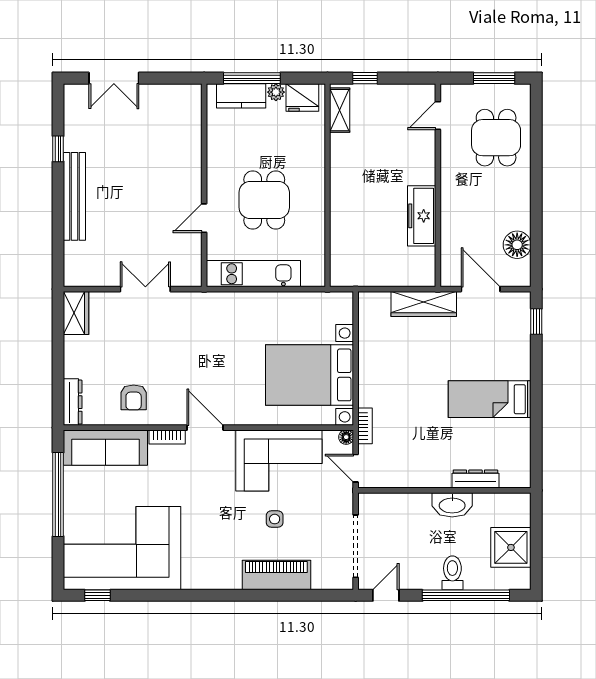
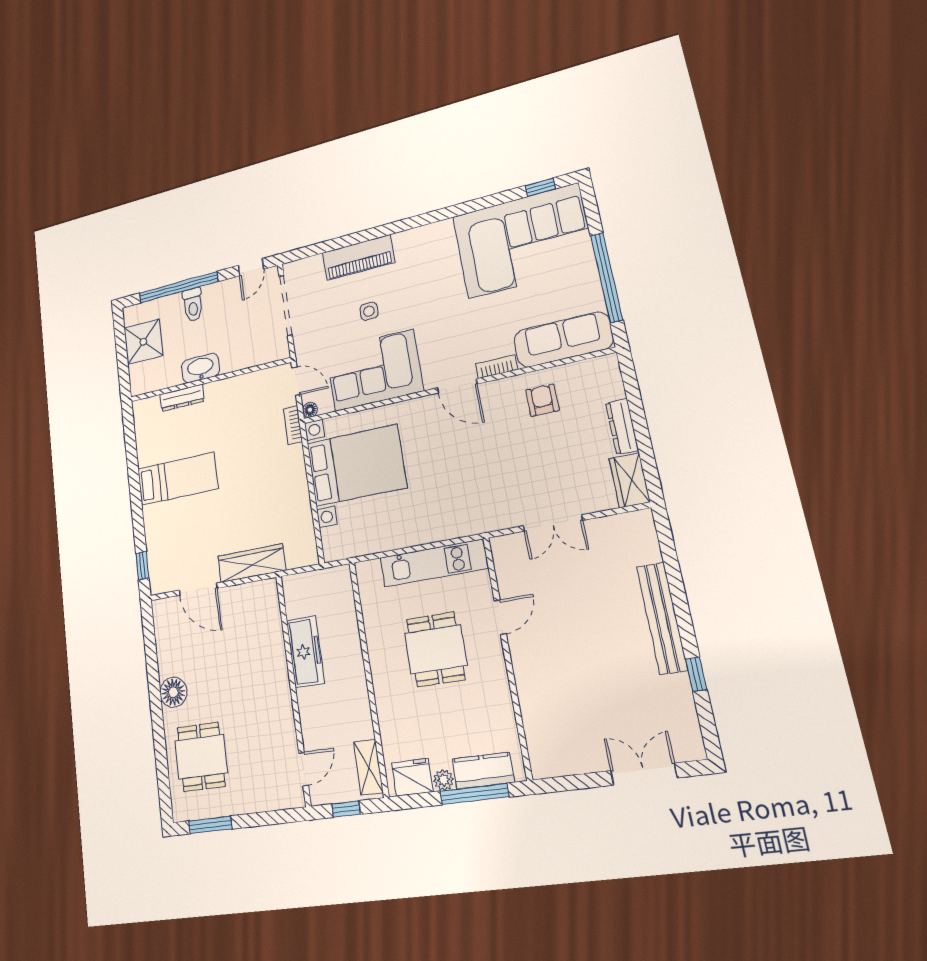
door: (438, 116) -> (304, 769), moved
wall: (438, 185) -> (293, 689), moved
freezer: (422, 216) -> (305, 652), moved
floor lamp: (517, 245) -> (173, 692), moved
dresser: (73, 402) -> (622, 426), moved

